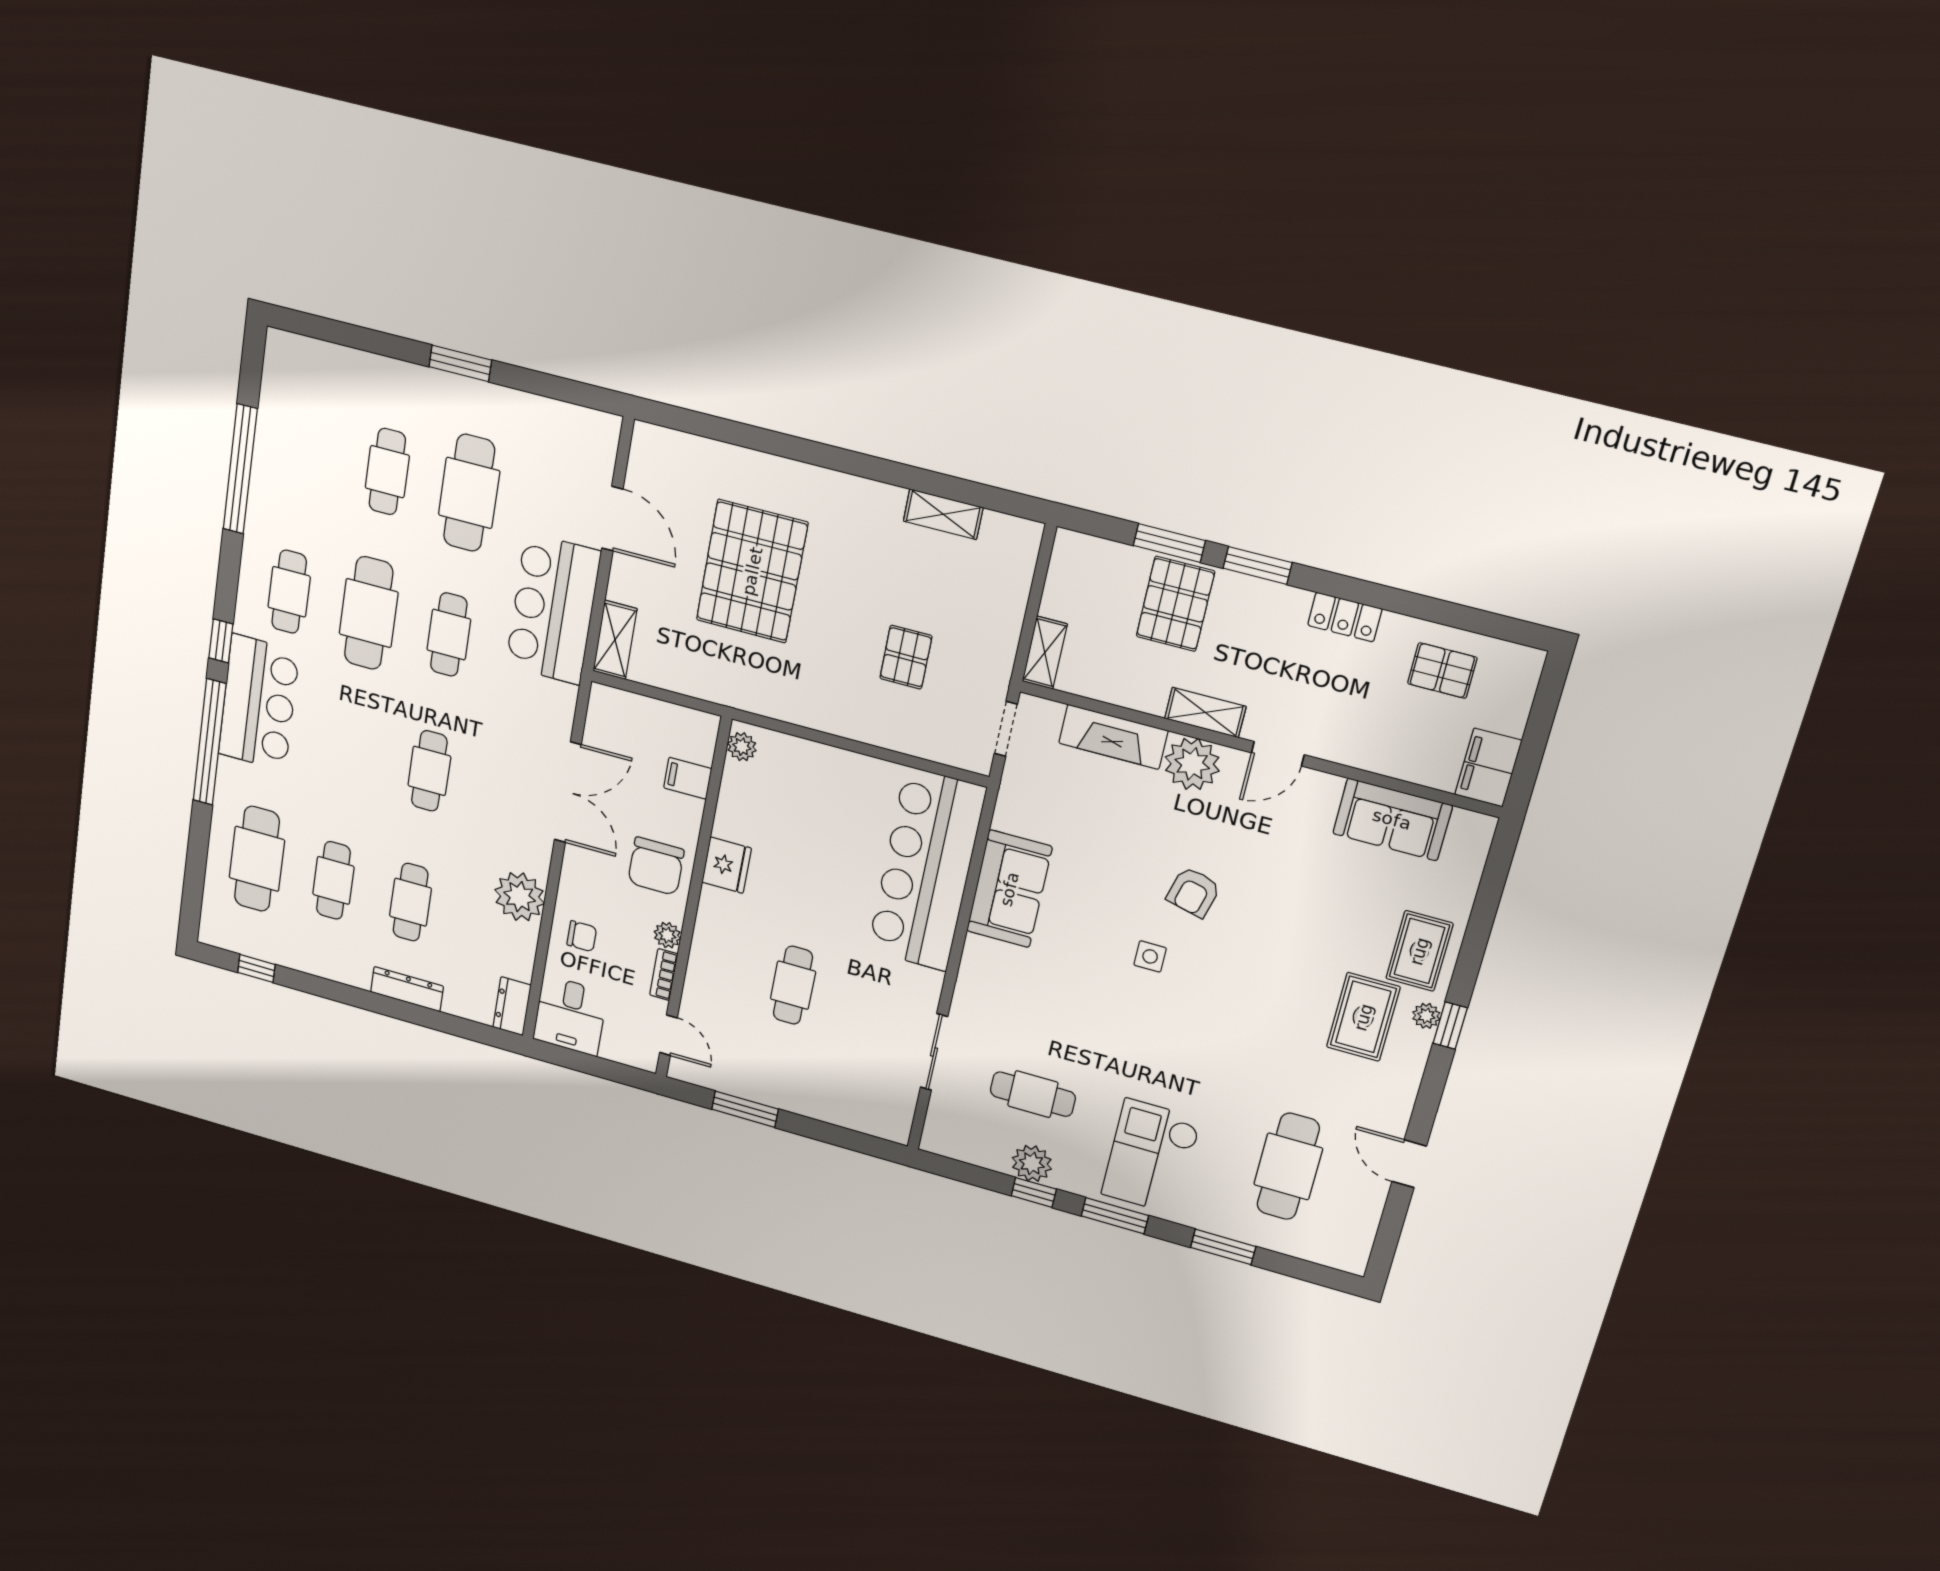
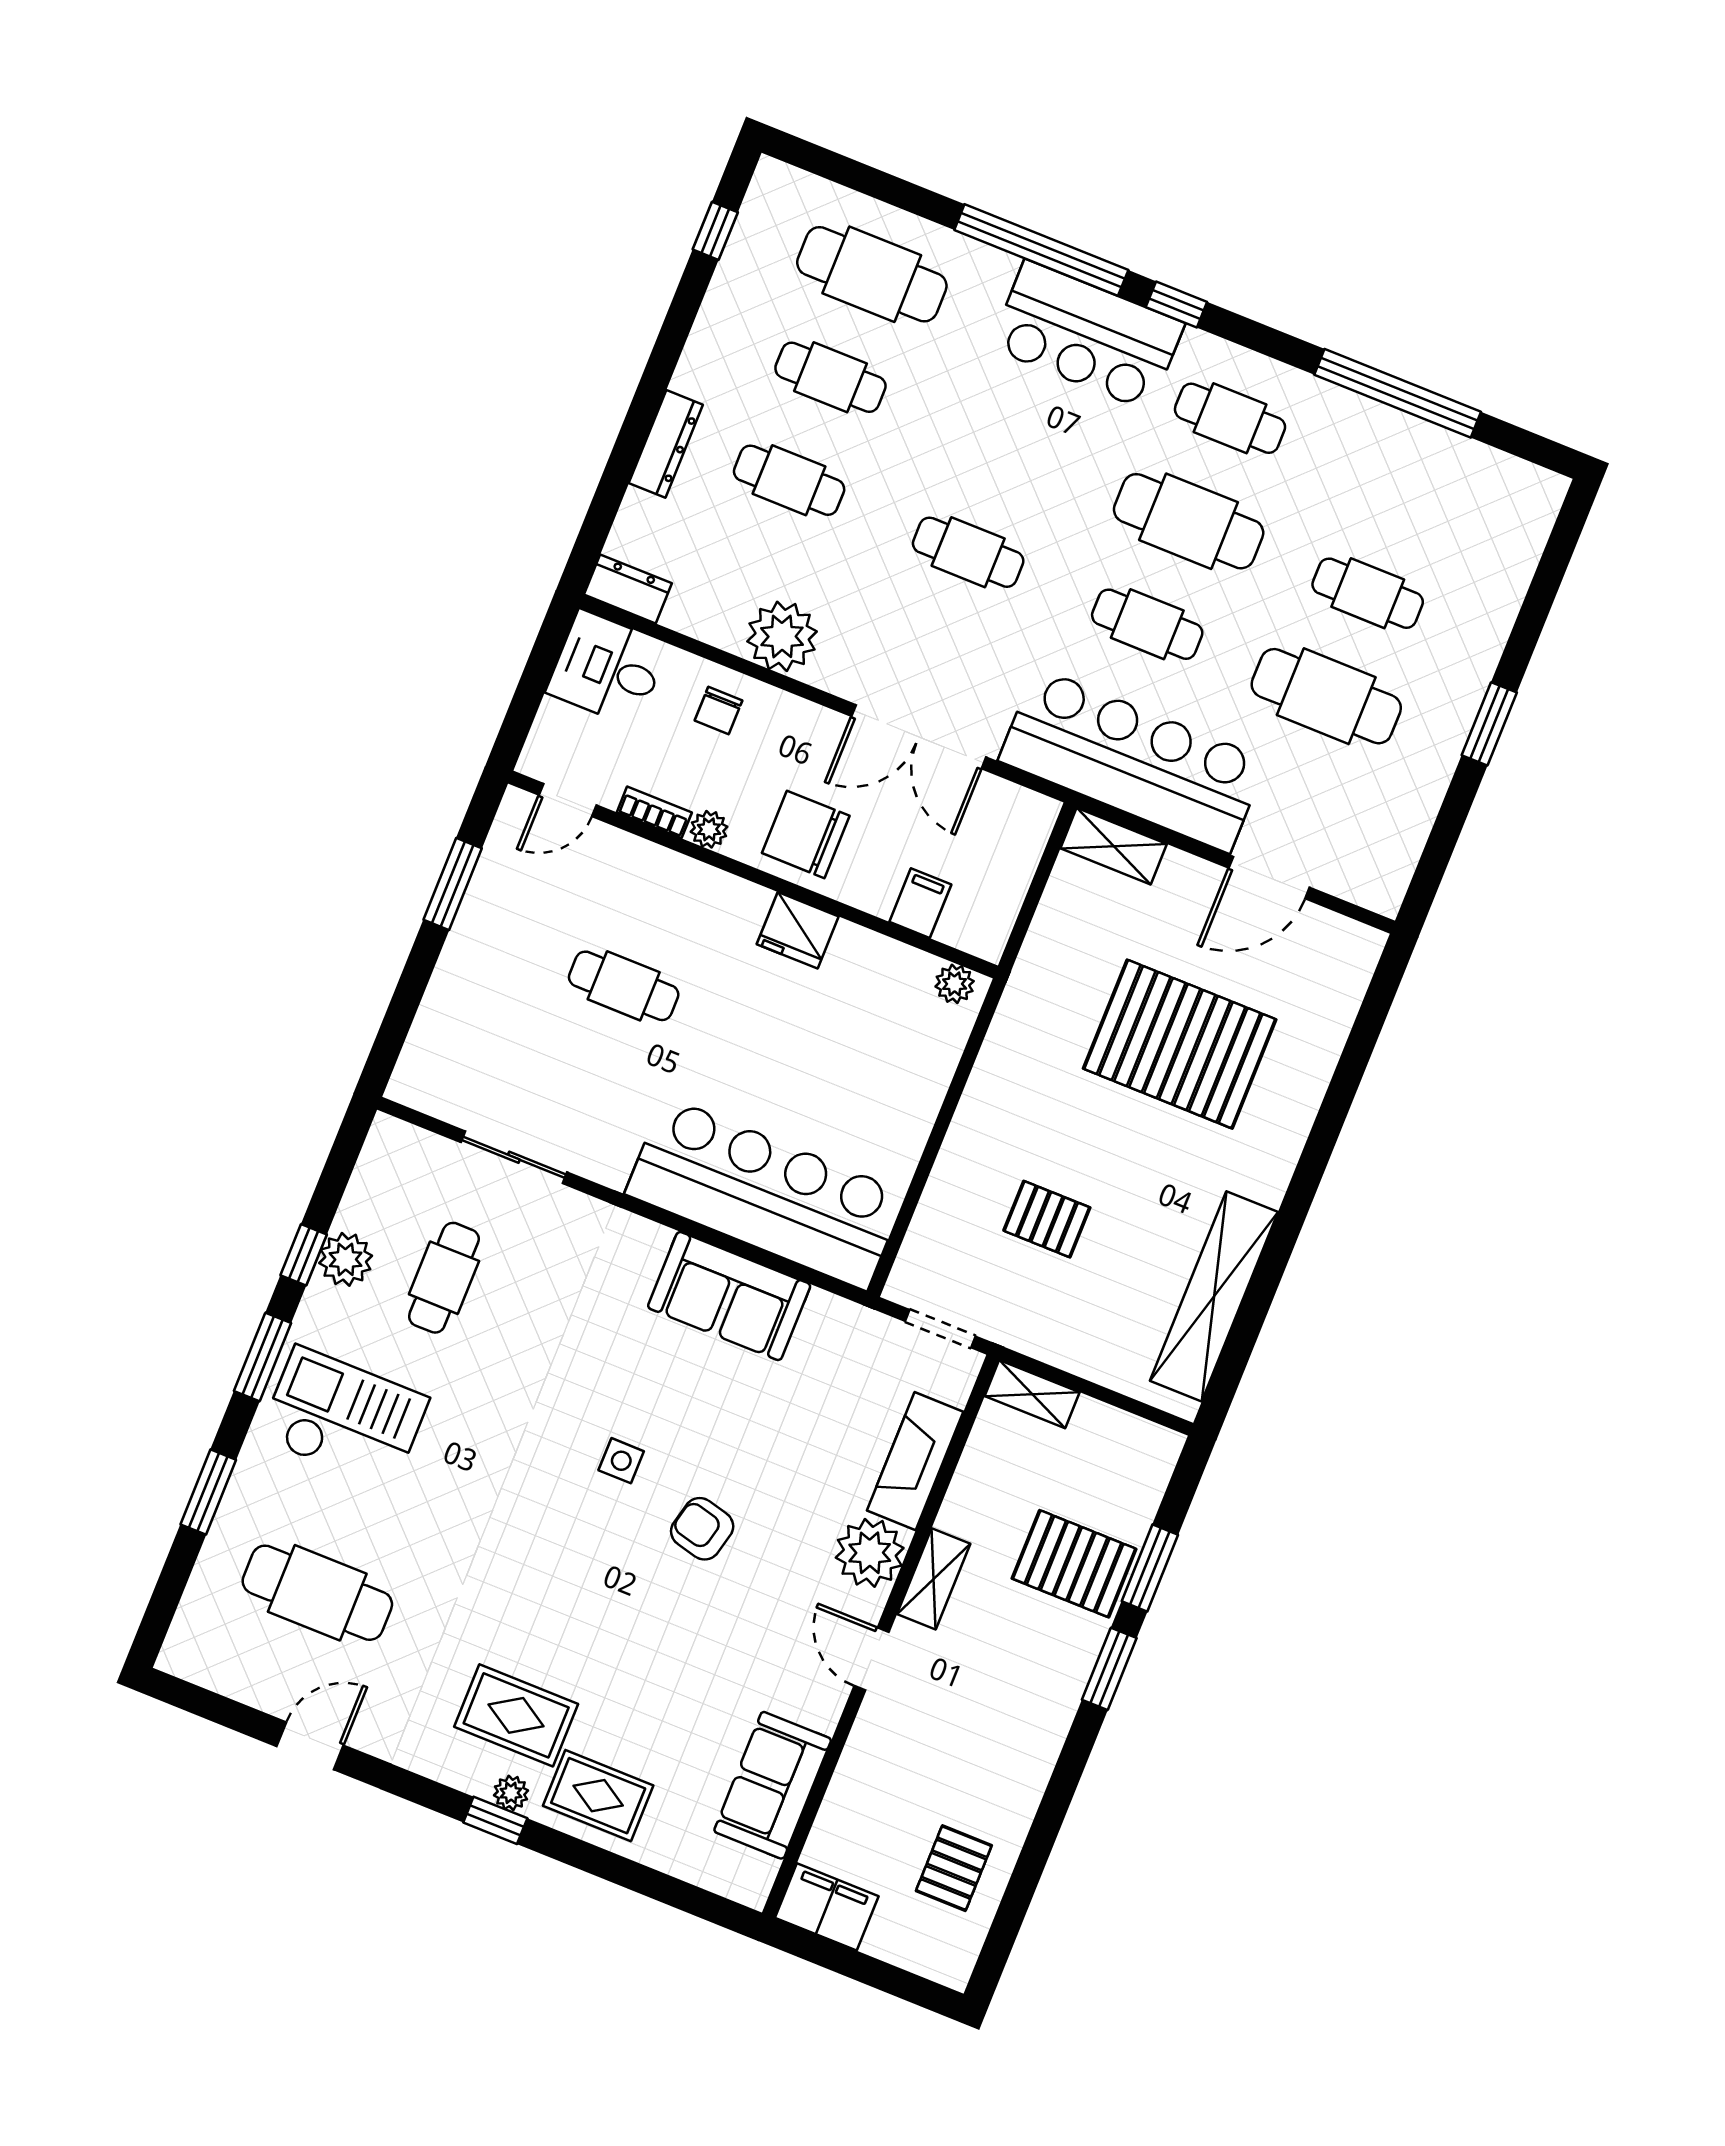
shelving: (943, 514) -> (1214, 1296), width x2.20, depth x1.33
bar counter: (553, 609) -> (1133, 760), width x1.36
locker: (1345, 617) -> (1033, 1763), removed

